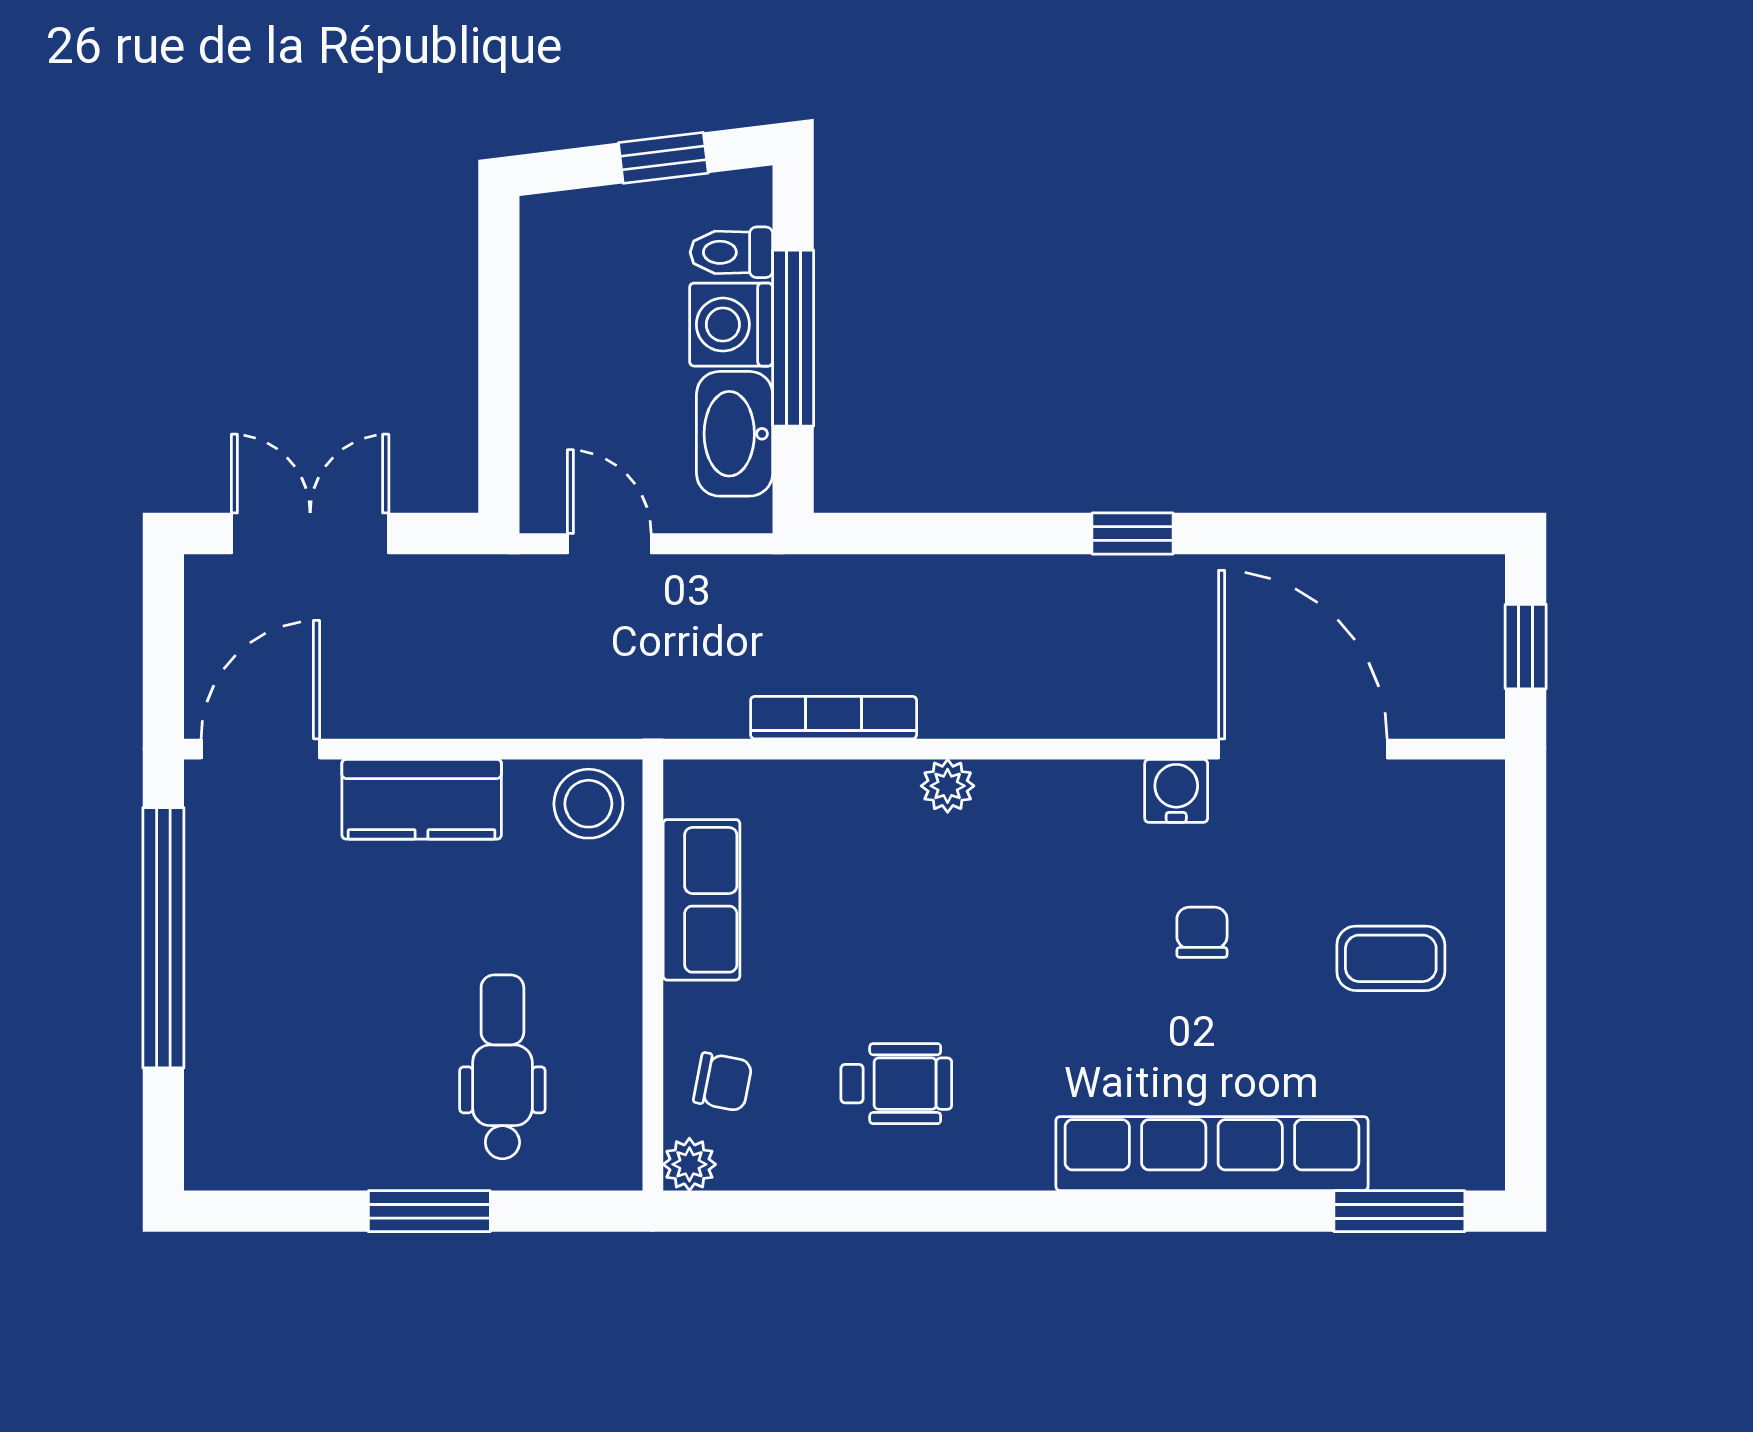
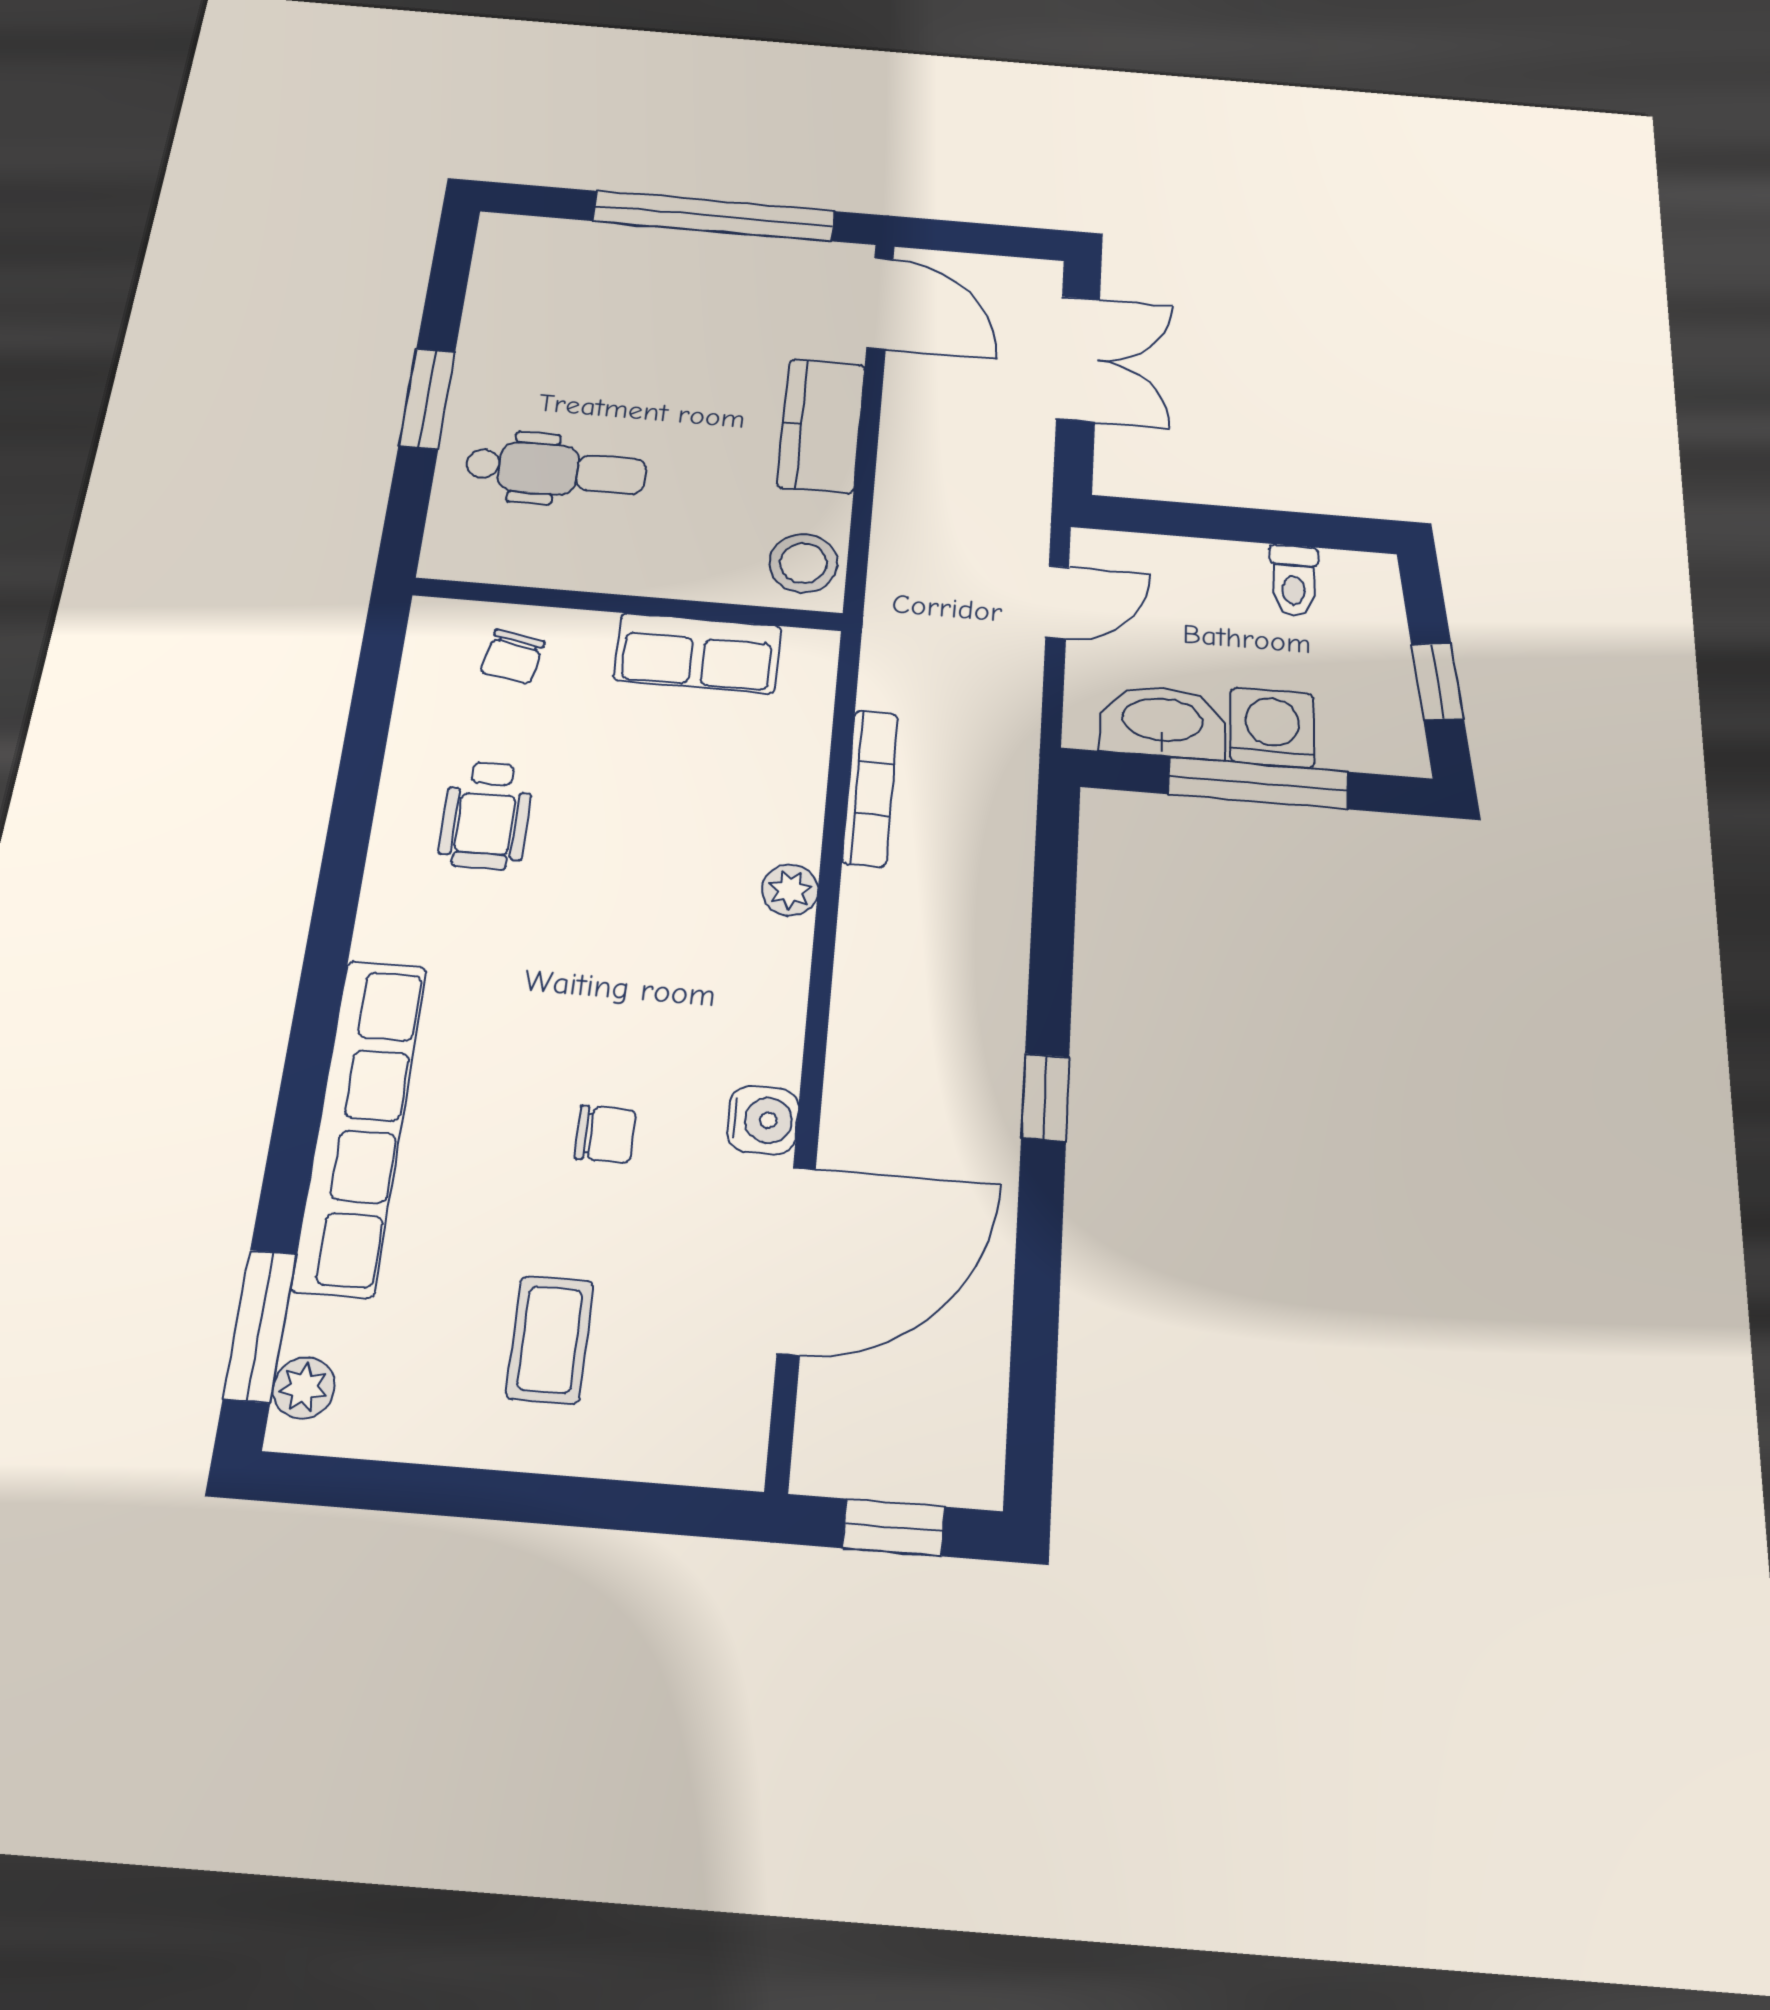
toilet: (731, 252) -> (1294, 581), moved, turned 180
plant: (689, 1164) -> (304, 1388), moved

